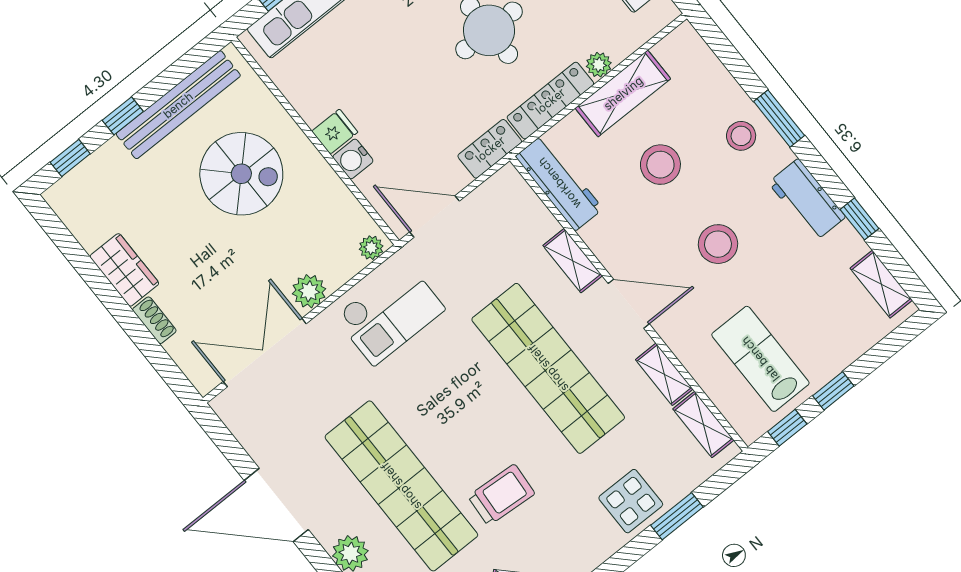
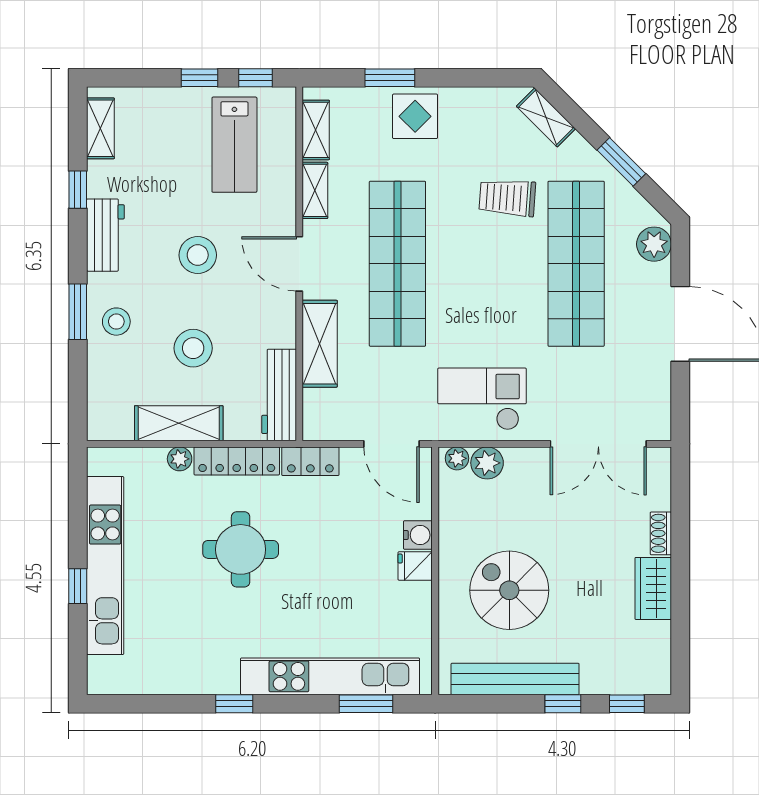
shelving: (573, 261) -> (320, 344), width x1.50, depth x1.33
plant: (309, 291) -> (487, 463), moved

